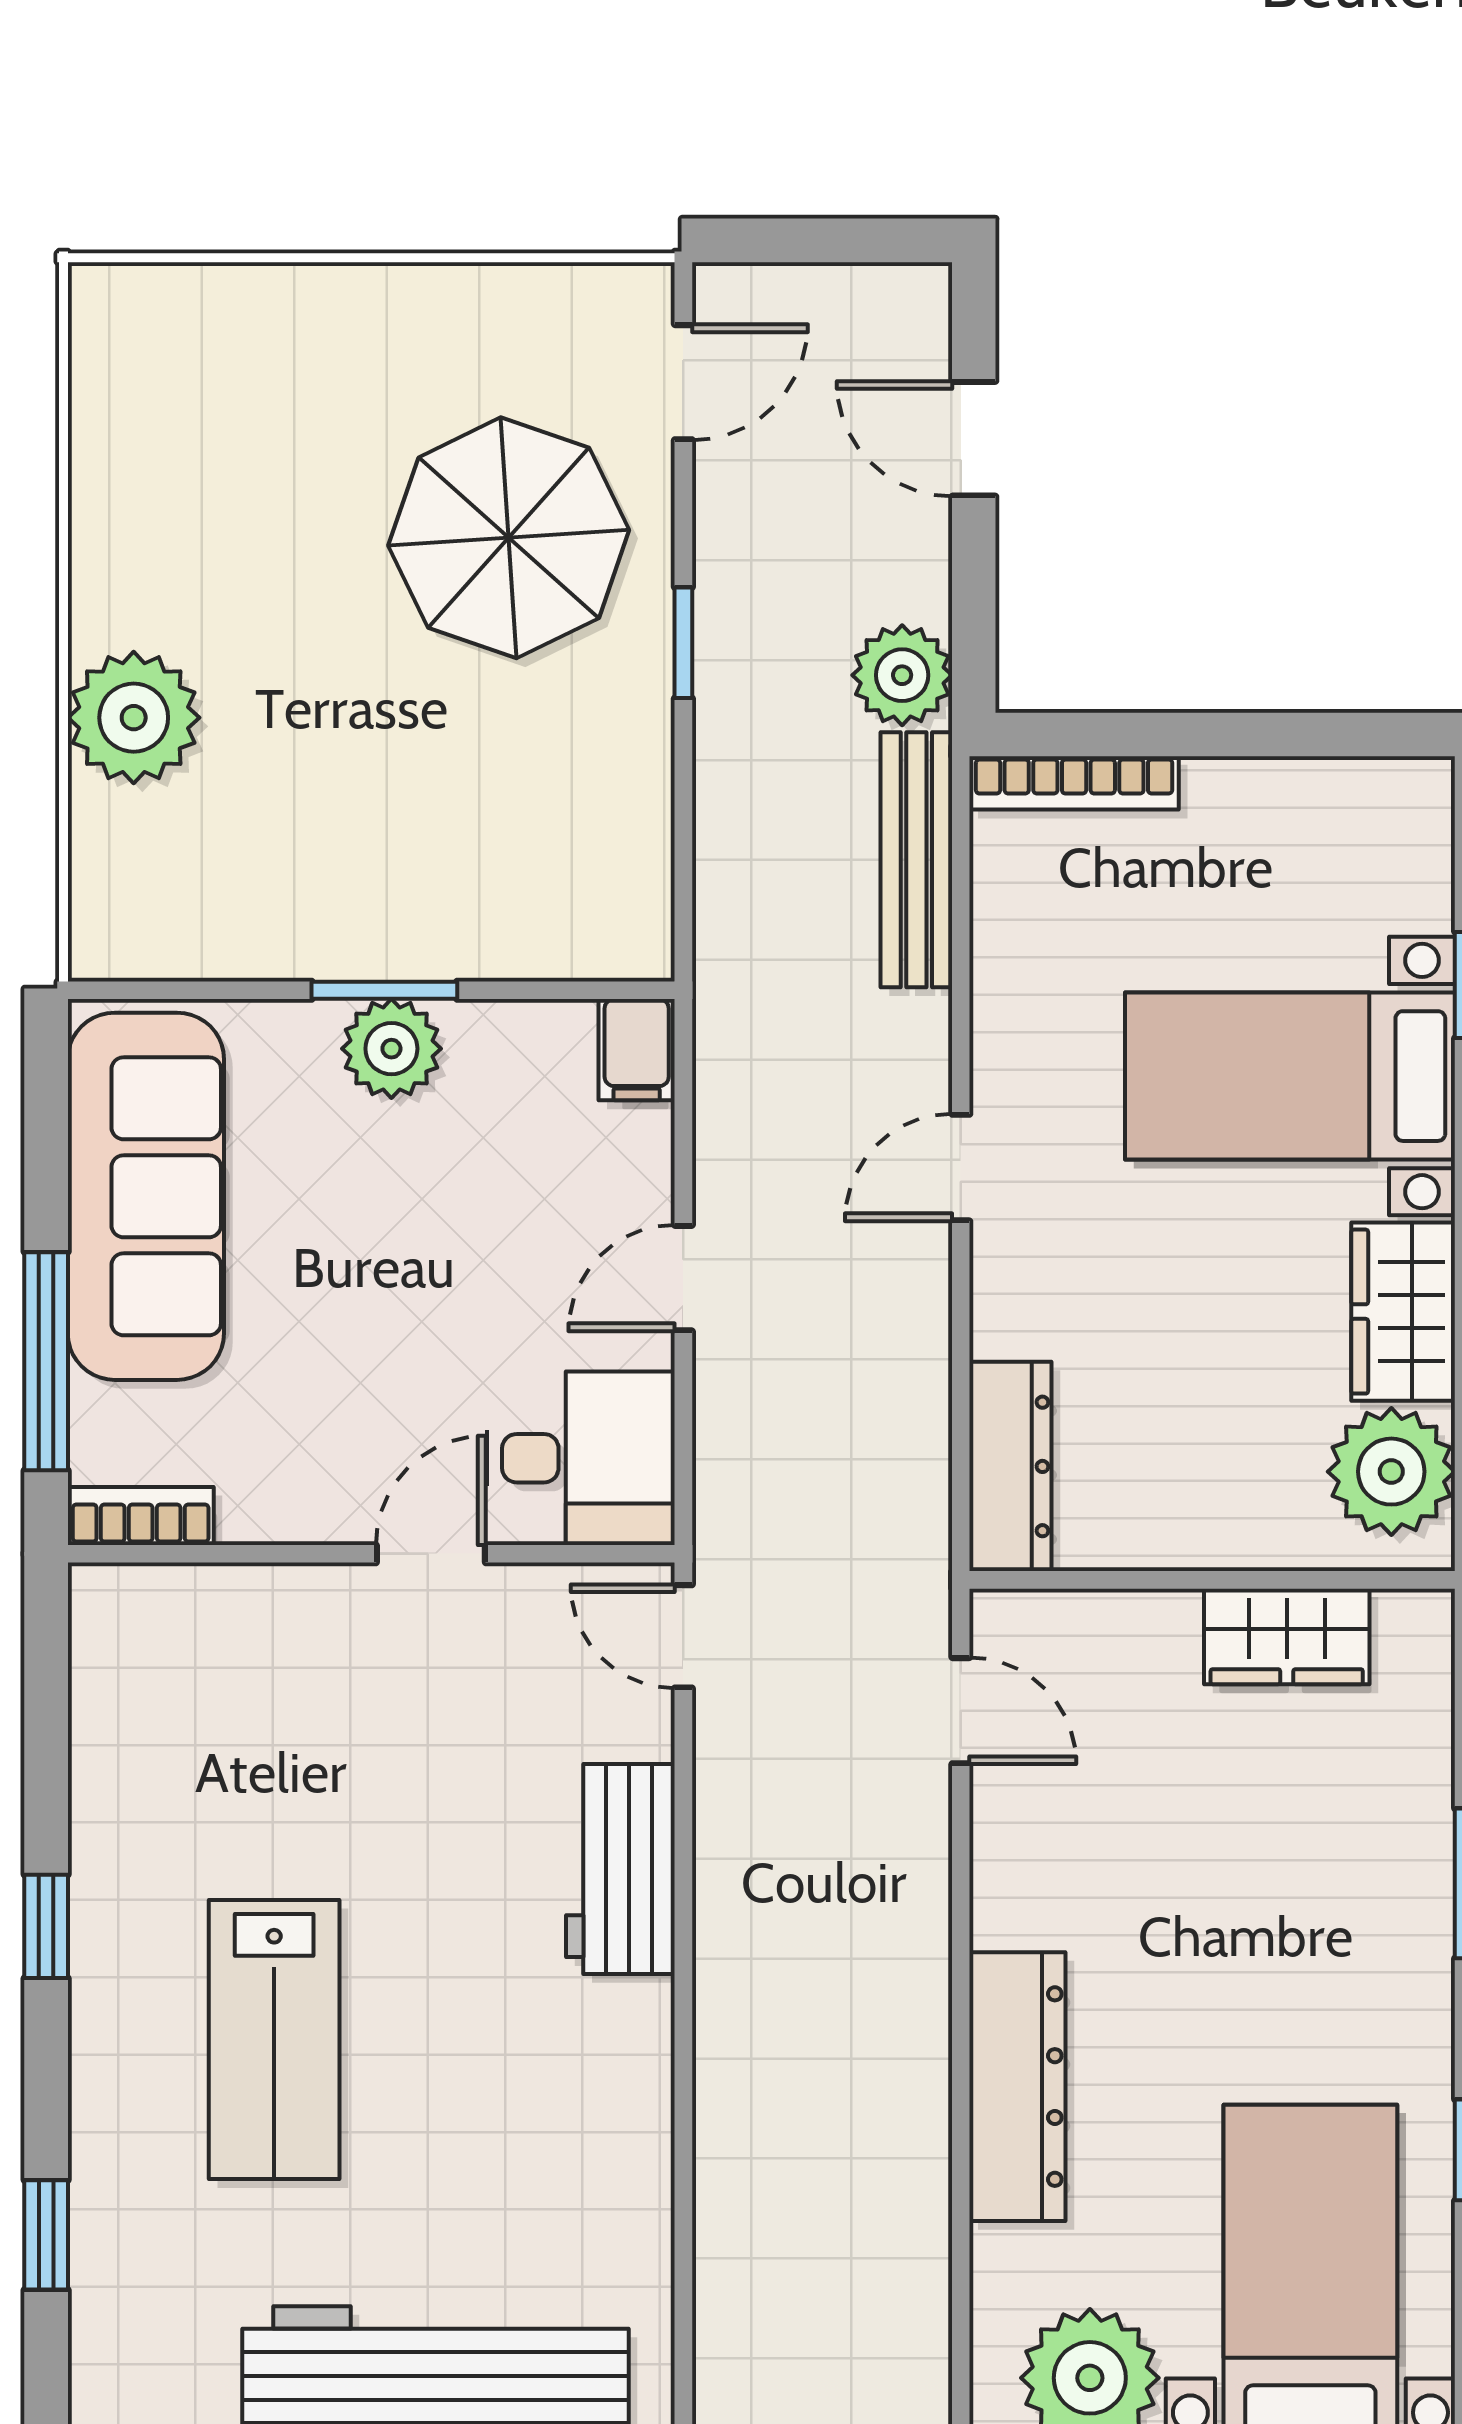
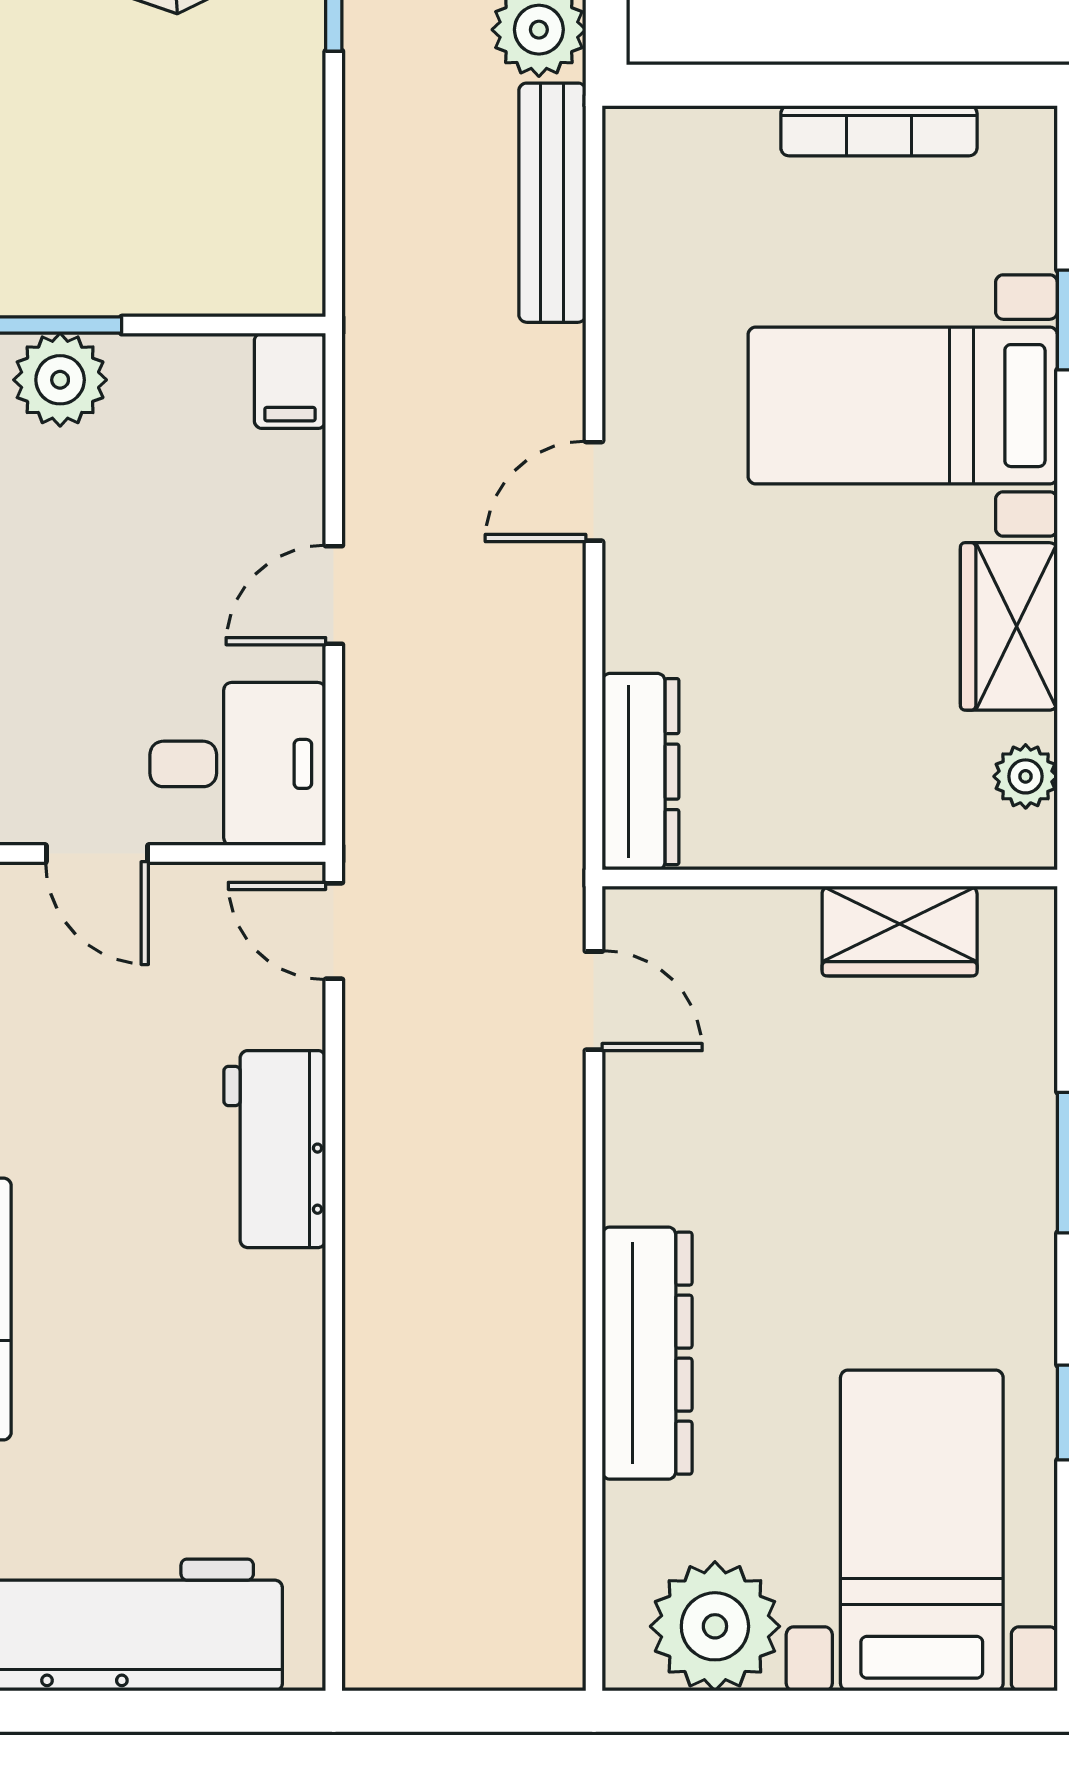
bookcase: (1074, 783) -> (879, 131), moved
plant: (1391, 1472) -> (1026, 776), width x0.53, depth x0.53
door: (431, 1554) -> (97, 854), swing flipped

